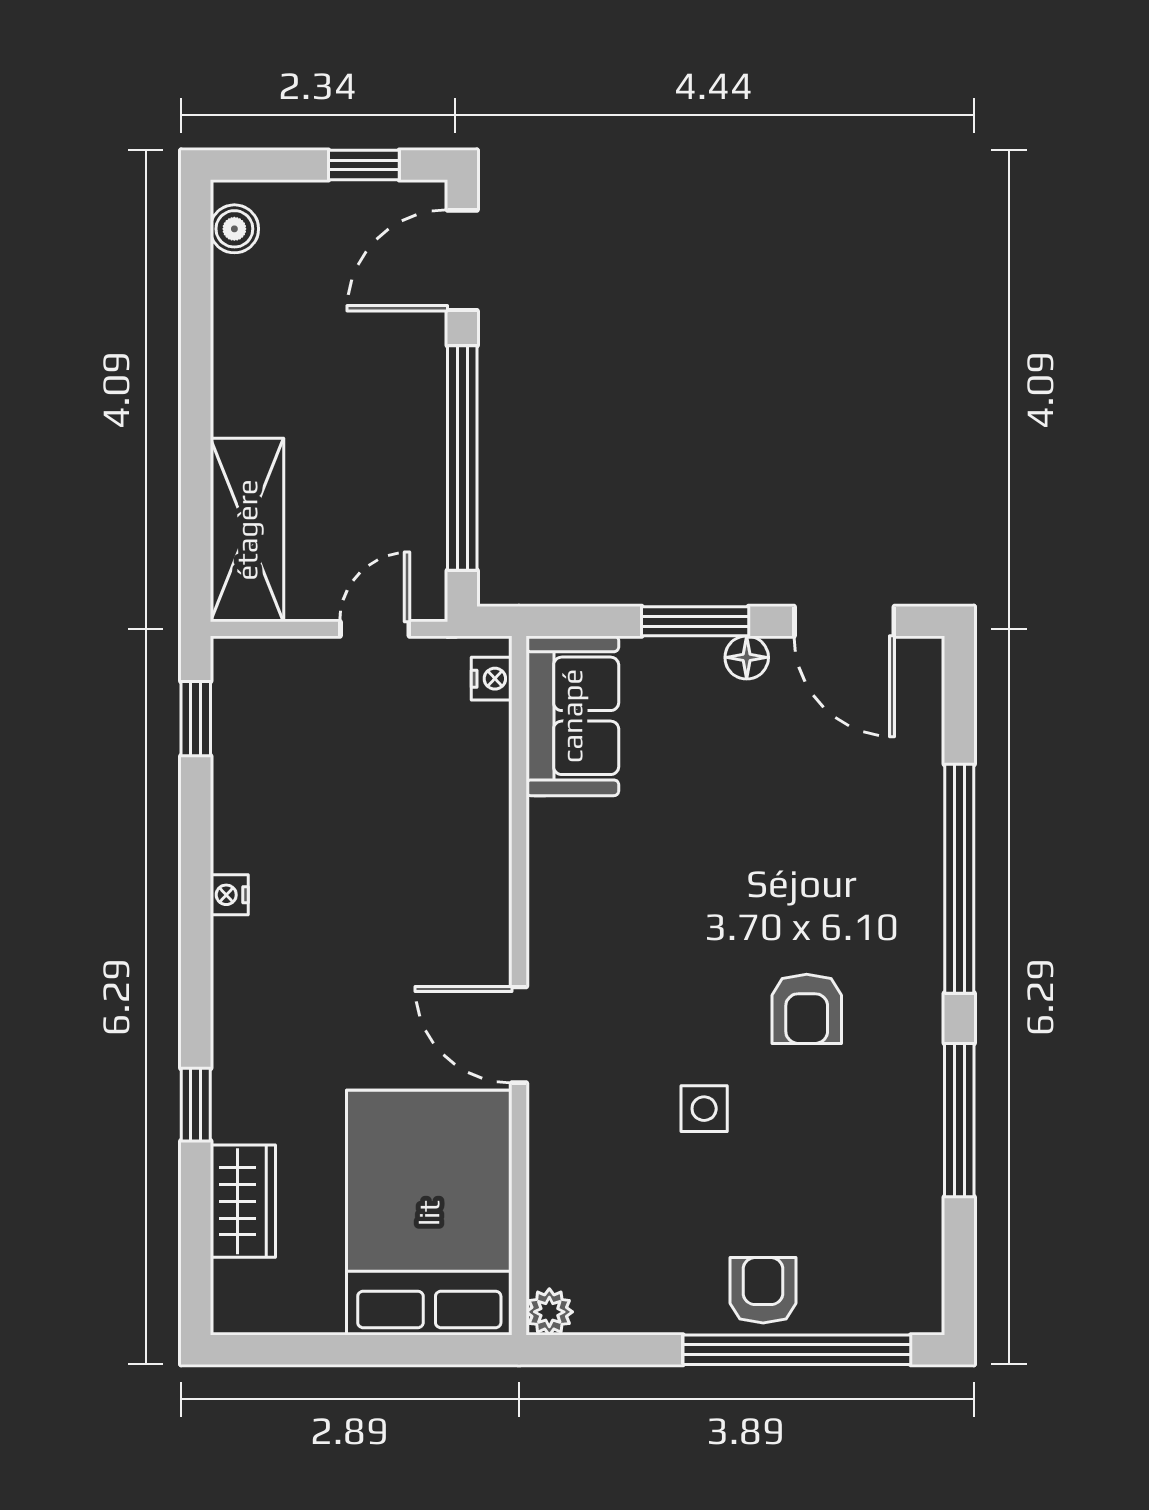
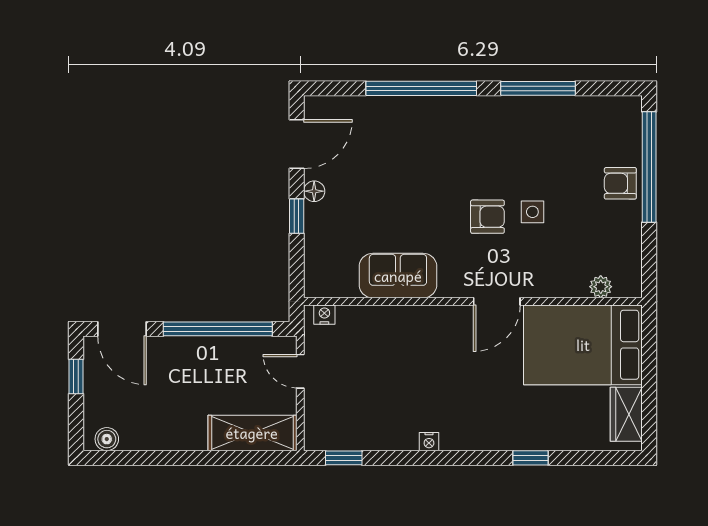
window: (695, 621) -> (297, 216), width x0.67
sofa: (572, 716) -> (398, 276), moved
armchair: (807, 1009) -> (487, 217), moved
wardrobe: (243, 1201) -> (626, 414), moved, turned -90
plant: (549, 1312) -> (601, 287), moved

